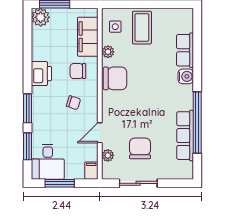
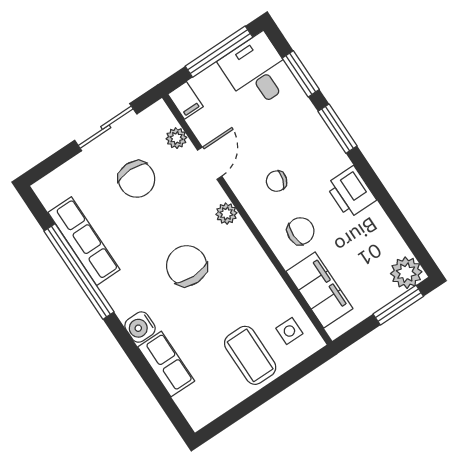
plant: (108, 52) -> (226, 214), moved
chair: (115, 78) -> (187, 266), moved, turned 90
window: (60, 183) -> (219, 52), width x1.44

